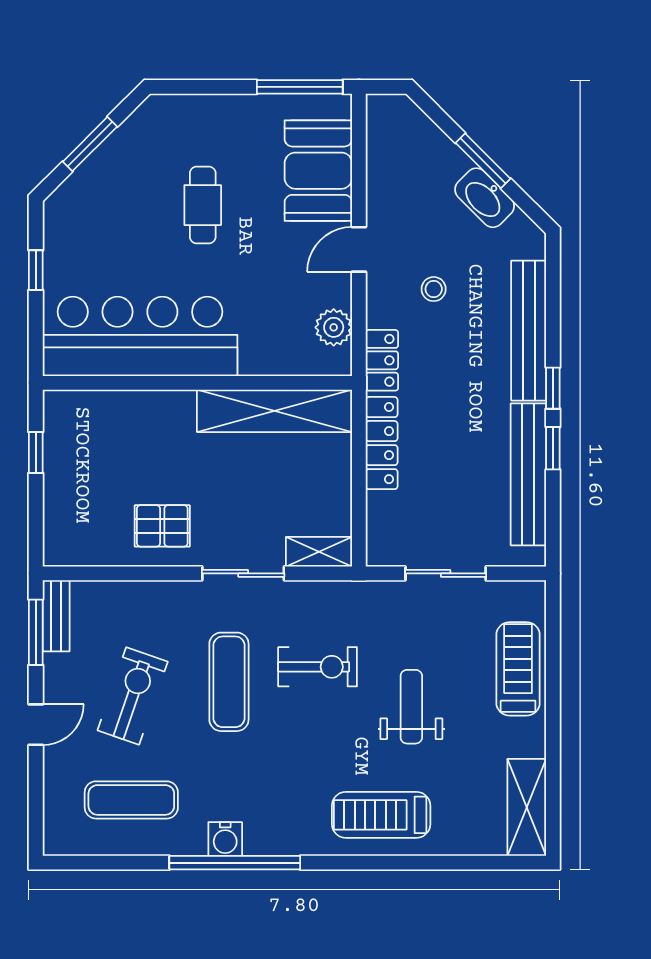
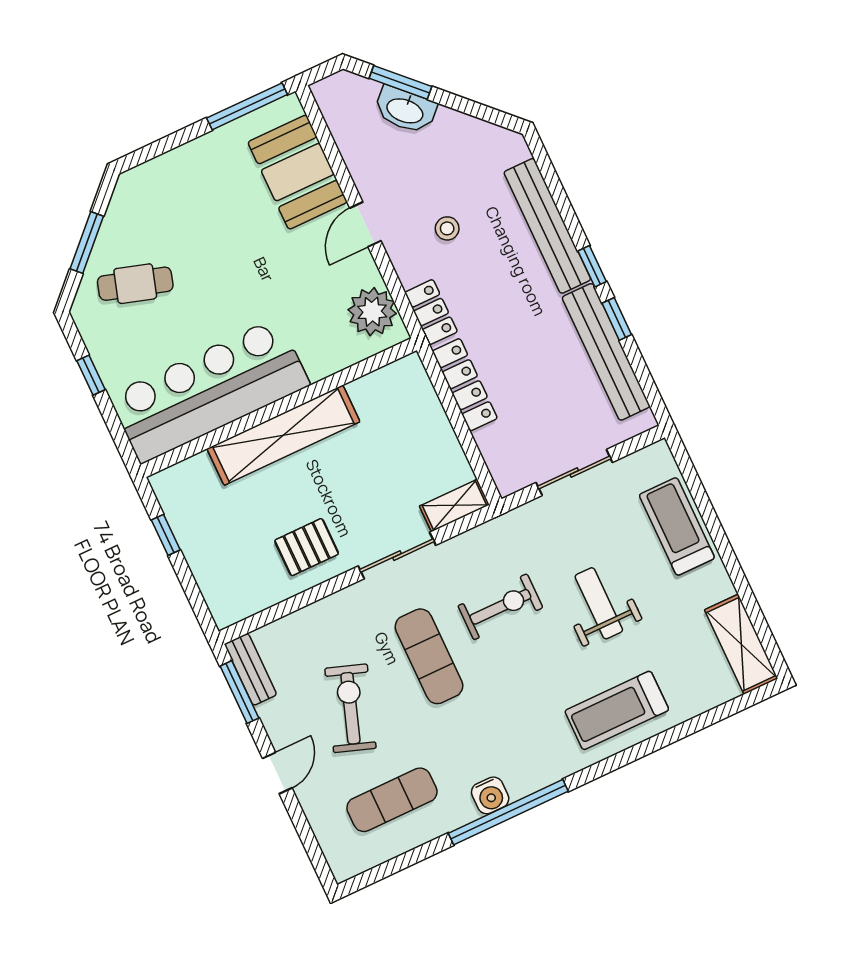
window: (483, 161) -> (400, 82), moved
washbasin: (485, 198) -> (405, 110), moved
cafe table: (203, 205) -> (135, 284), moved, turned -73
plant: (334, 327) -> (372, 312), width x1.36, depth x1.36
shelving: (275, 411) -> (283, 435), moved

